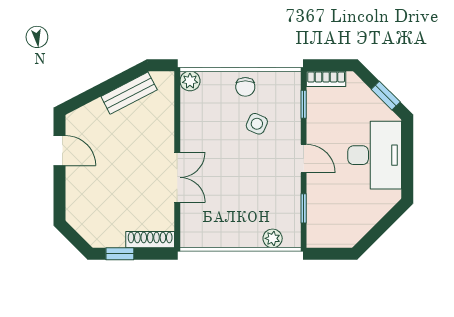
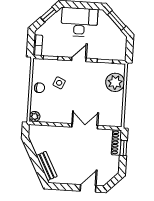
bench: (129, 93) -> (47, 166), moved
door: (60, 151) -> (88, 188), moved
window: (382, 226) -> (117, 20), added
plant: (273, 238) -> (115, 82), width x1.88, depth x1.88
window: (120, 254) -> (123, 148), moved

